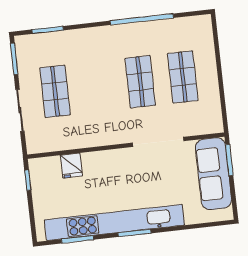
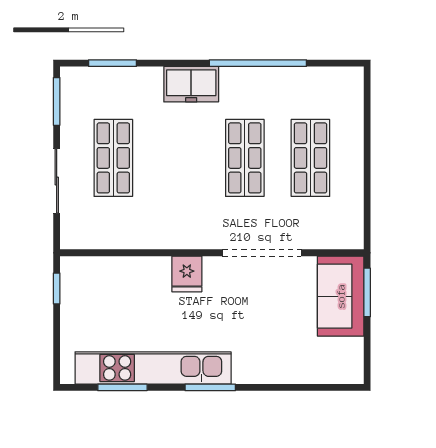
freezer: (100, 38) -> (191, 84), added
fridge: (71, 166) -> (187, 274), moved
sofa: (213, 174) -> (341, 296), width x0.73
kitchen unit: (114, 222) -> (153, 368), width x0.73

